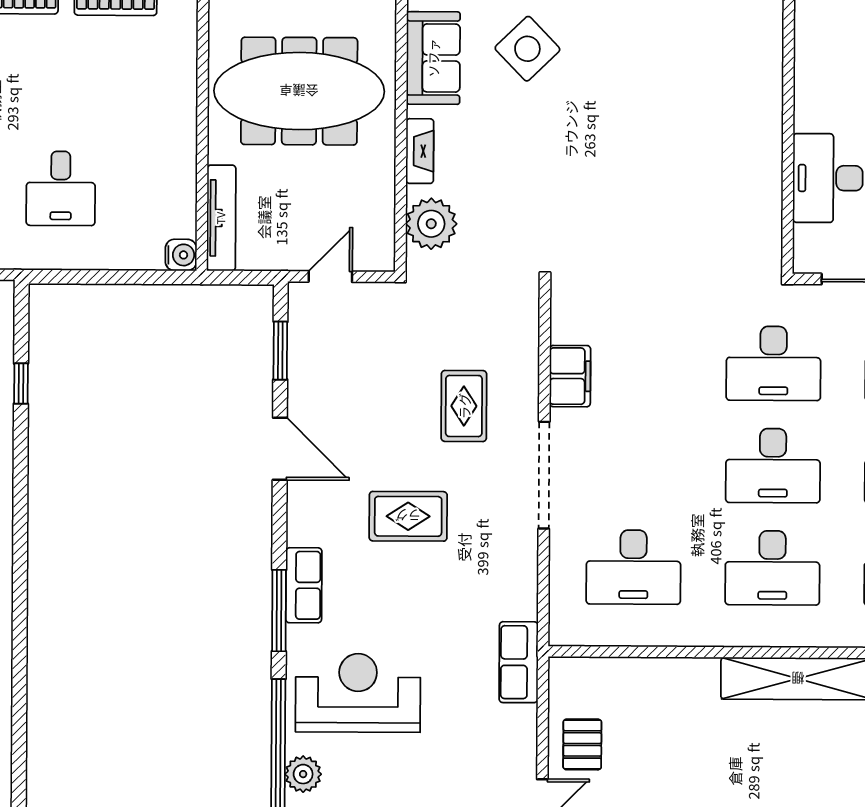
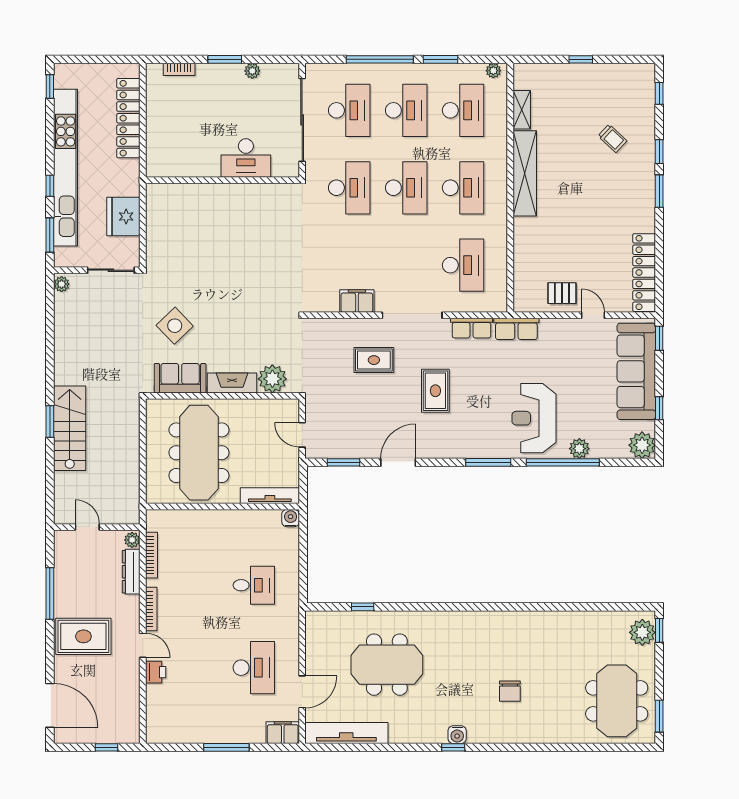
fireplace: (420, 151) -> (232, 383), width x1.37, depth x1.32
row of seats: (304, 585) -> (471, 328), moved, turned 180

